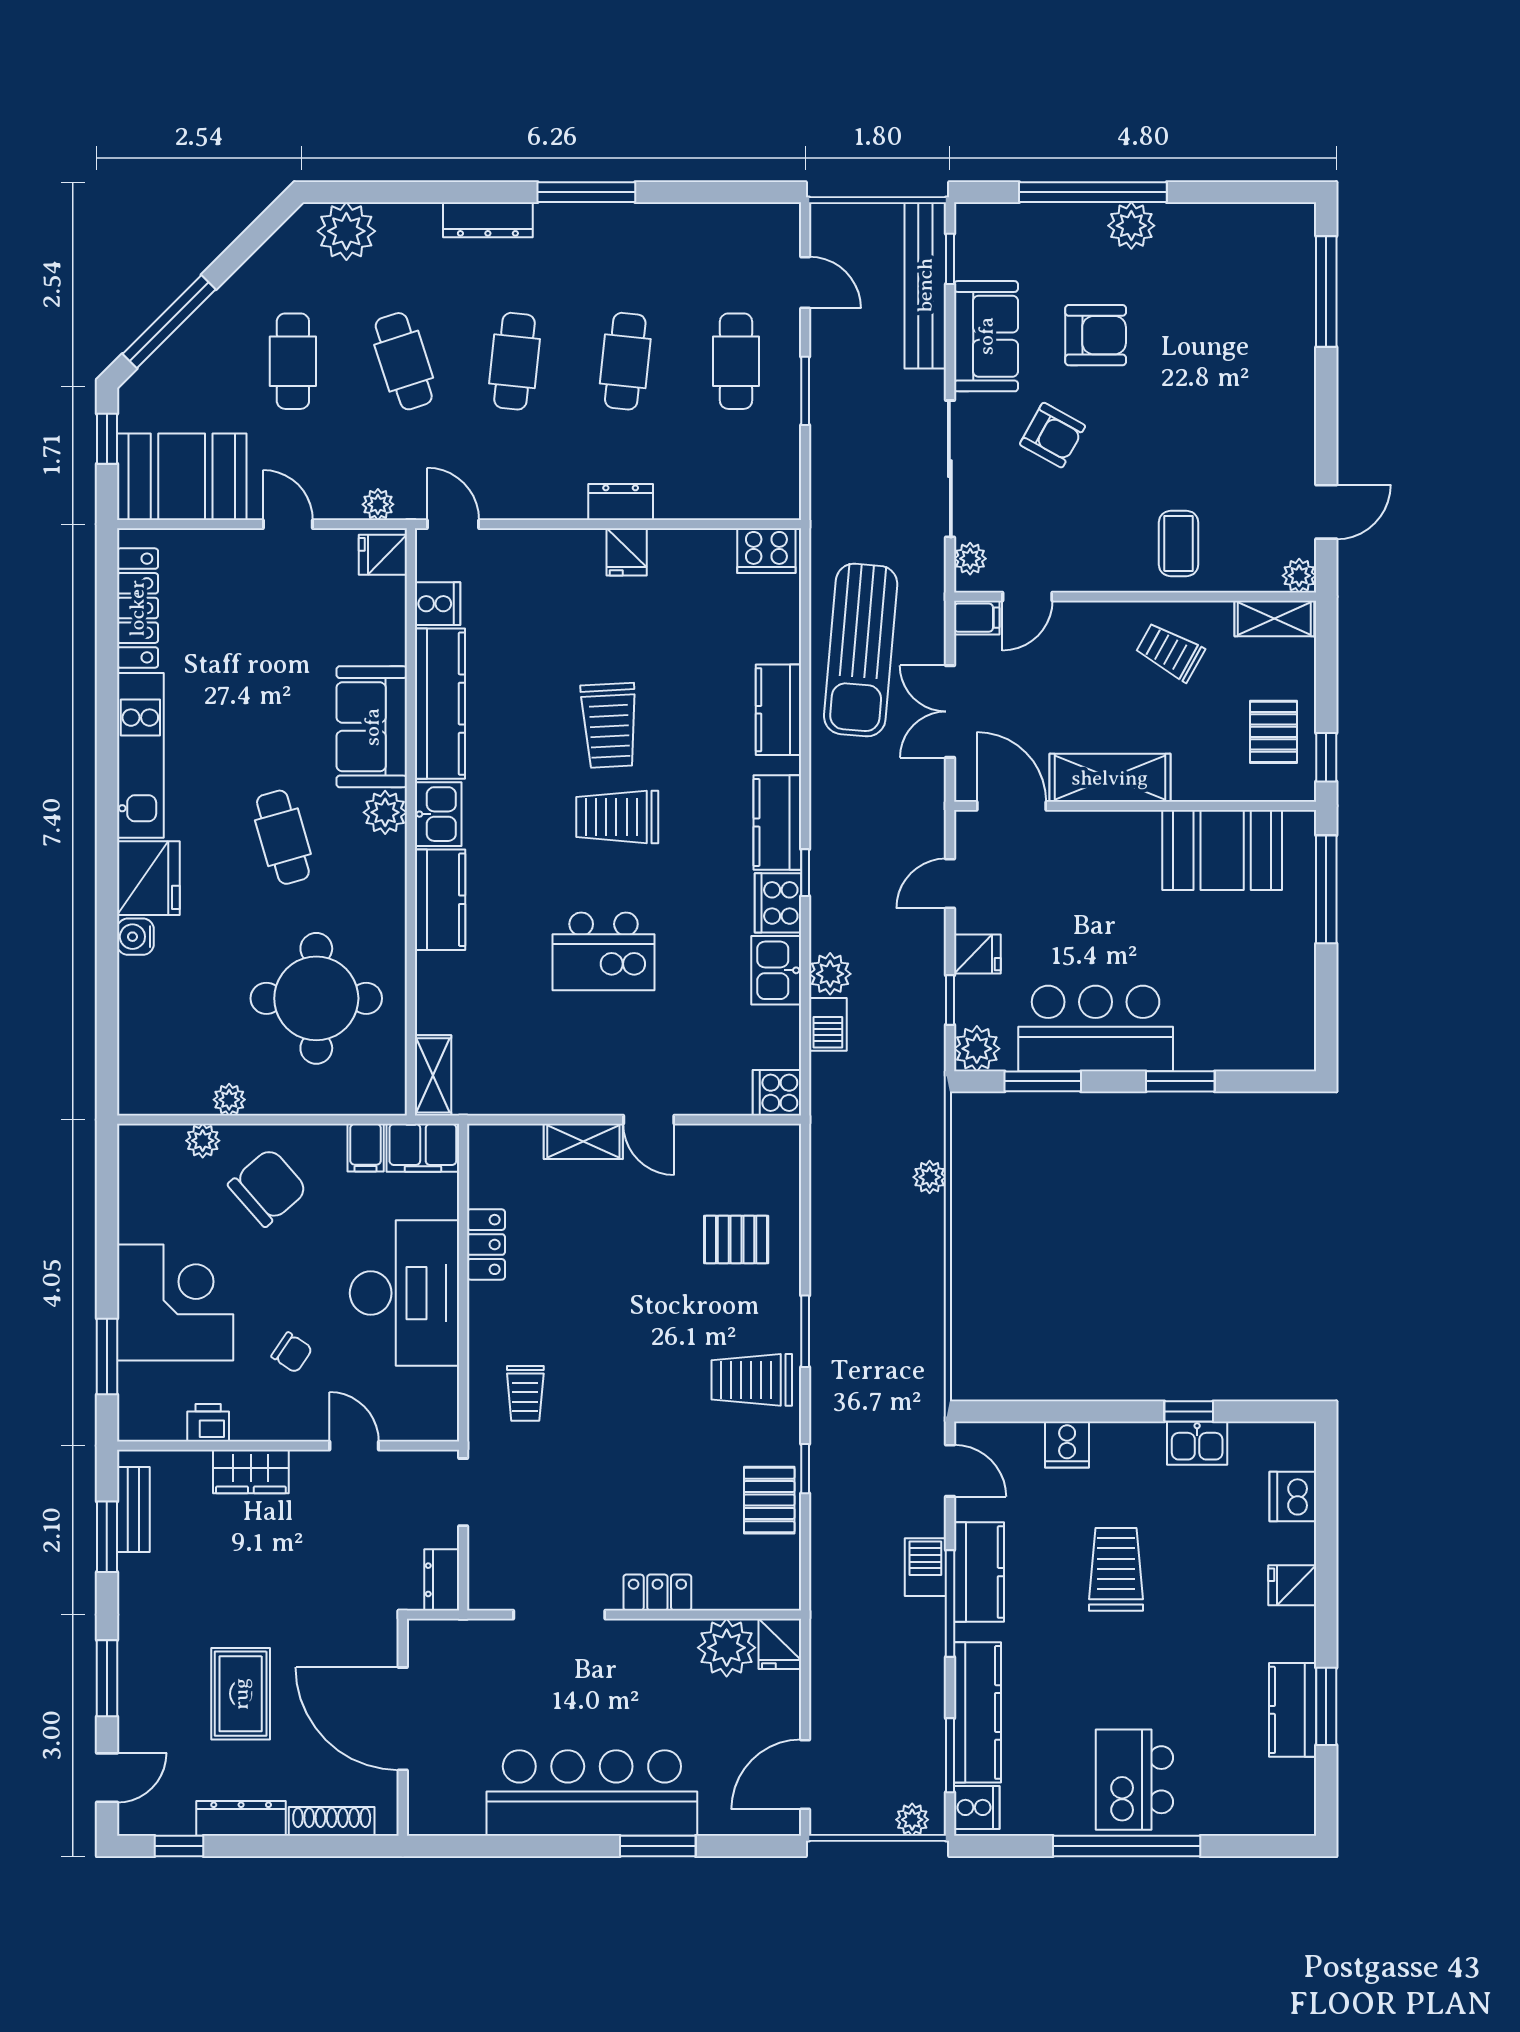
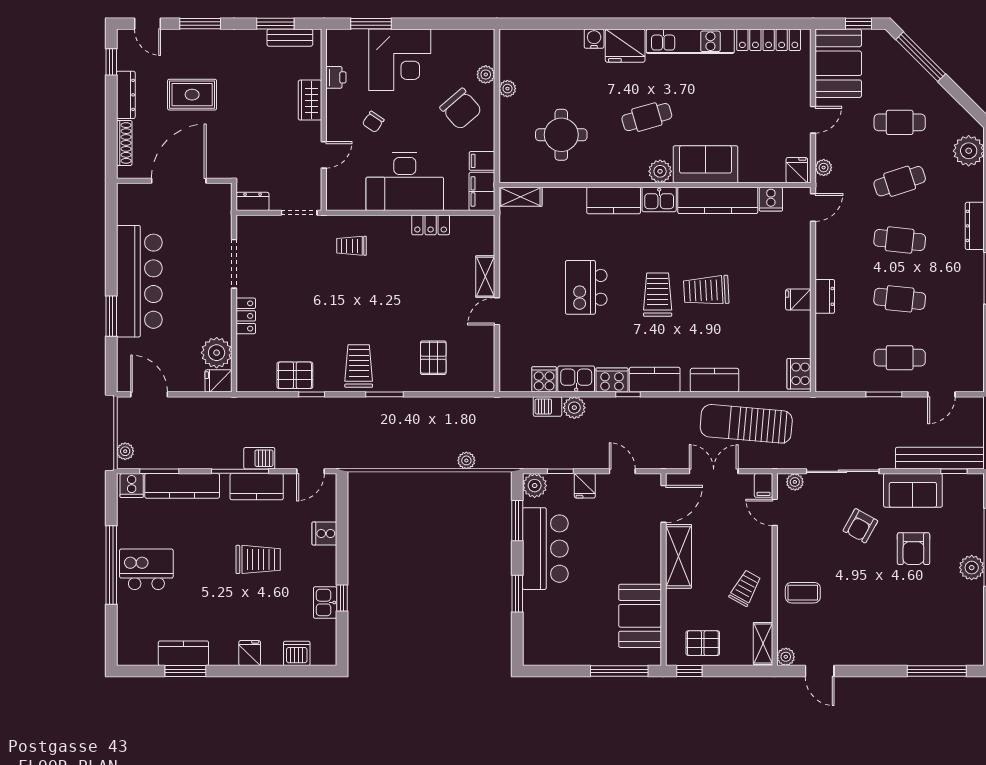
round table: (316, 998) -> (561, 135), width x0.73, depth x0.73
cooker: (777, 1093) -> (544, 379), moved

